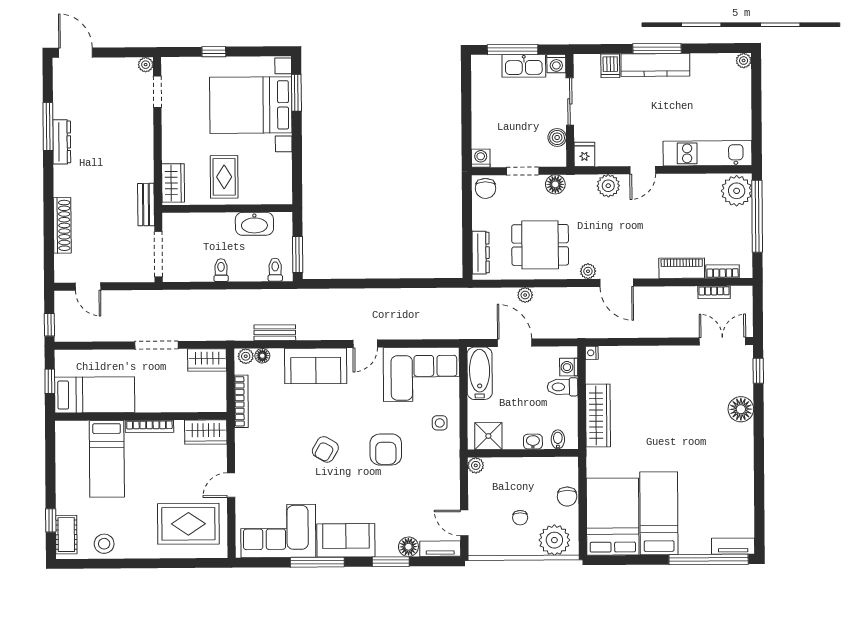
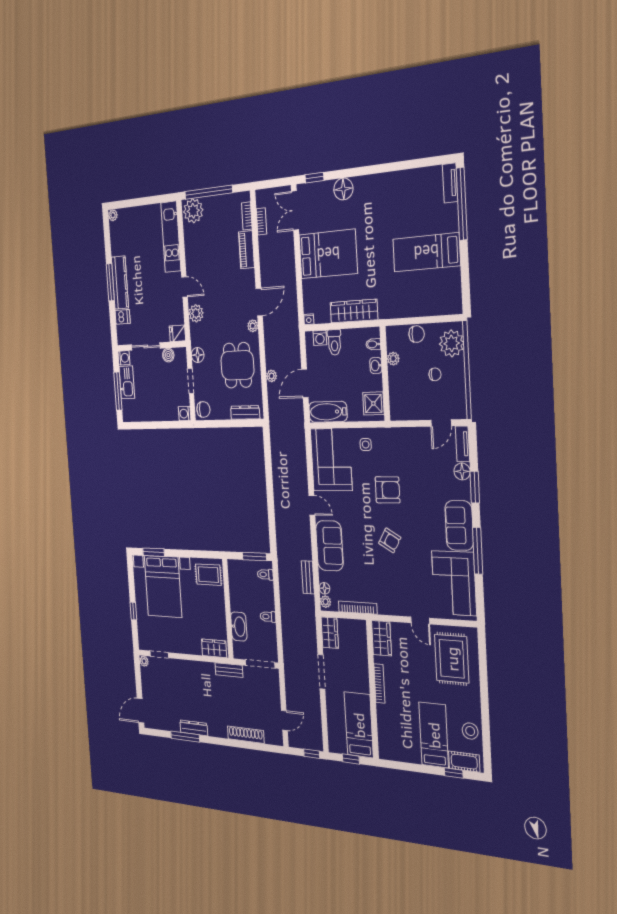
rug: (224, 177) -> (208, 575), moved
washbasin: (254, 224) -> (239, 627), moved
bed: (107, 459) -> (434, 735), moved, turned -90
plant: (476, 465) -> (393, 359), moved
bed: (613, 517) -> (328, 254), moved, turned 180

